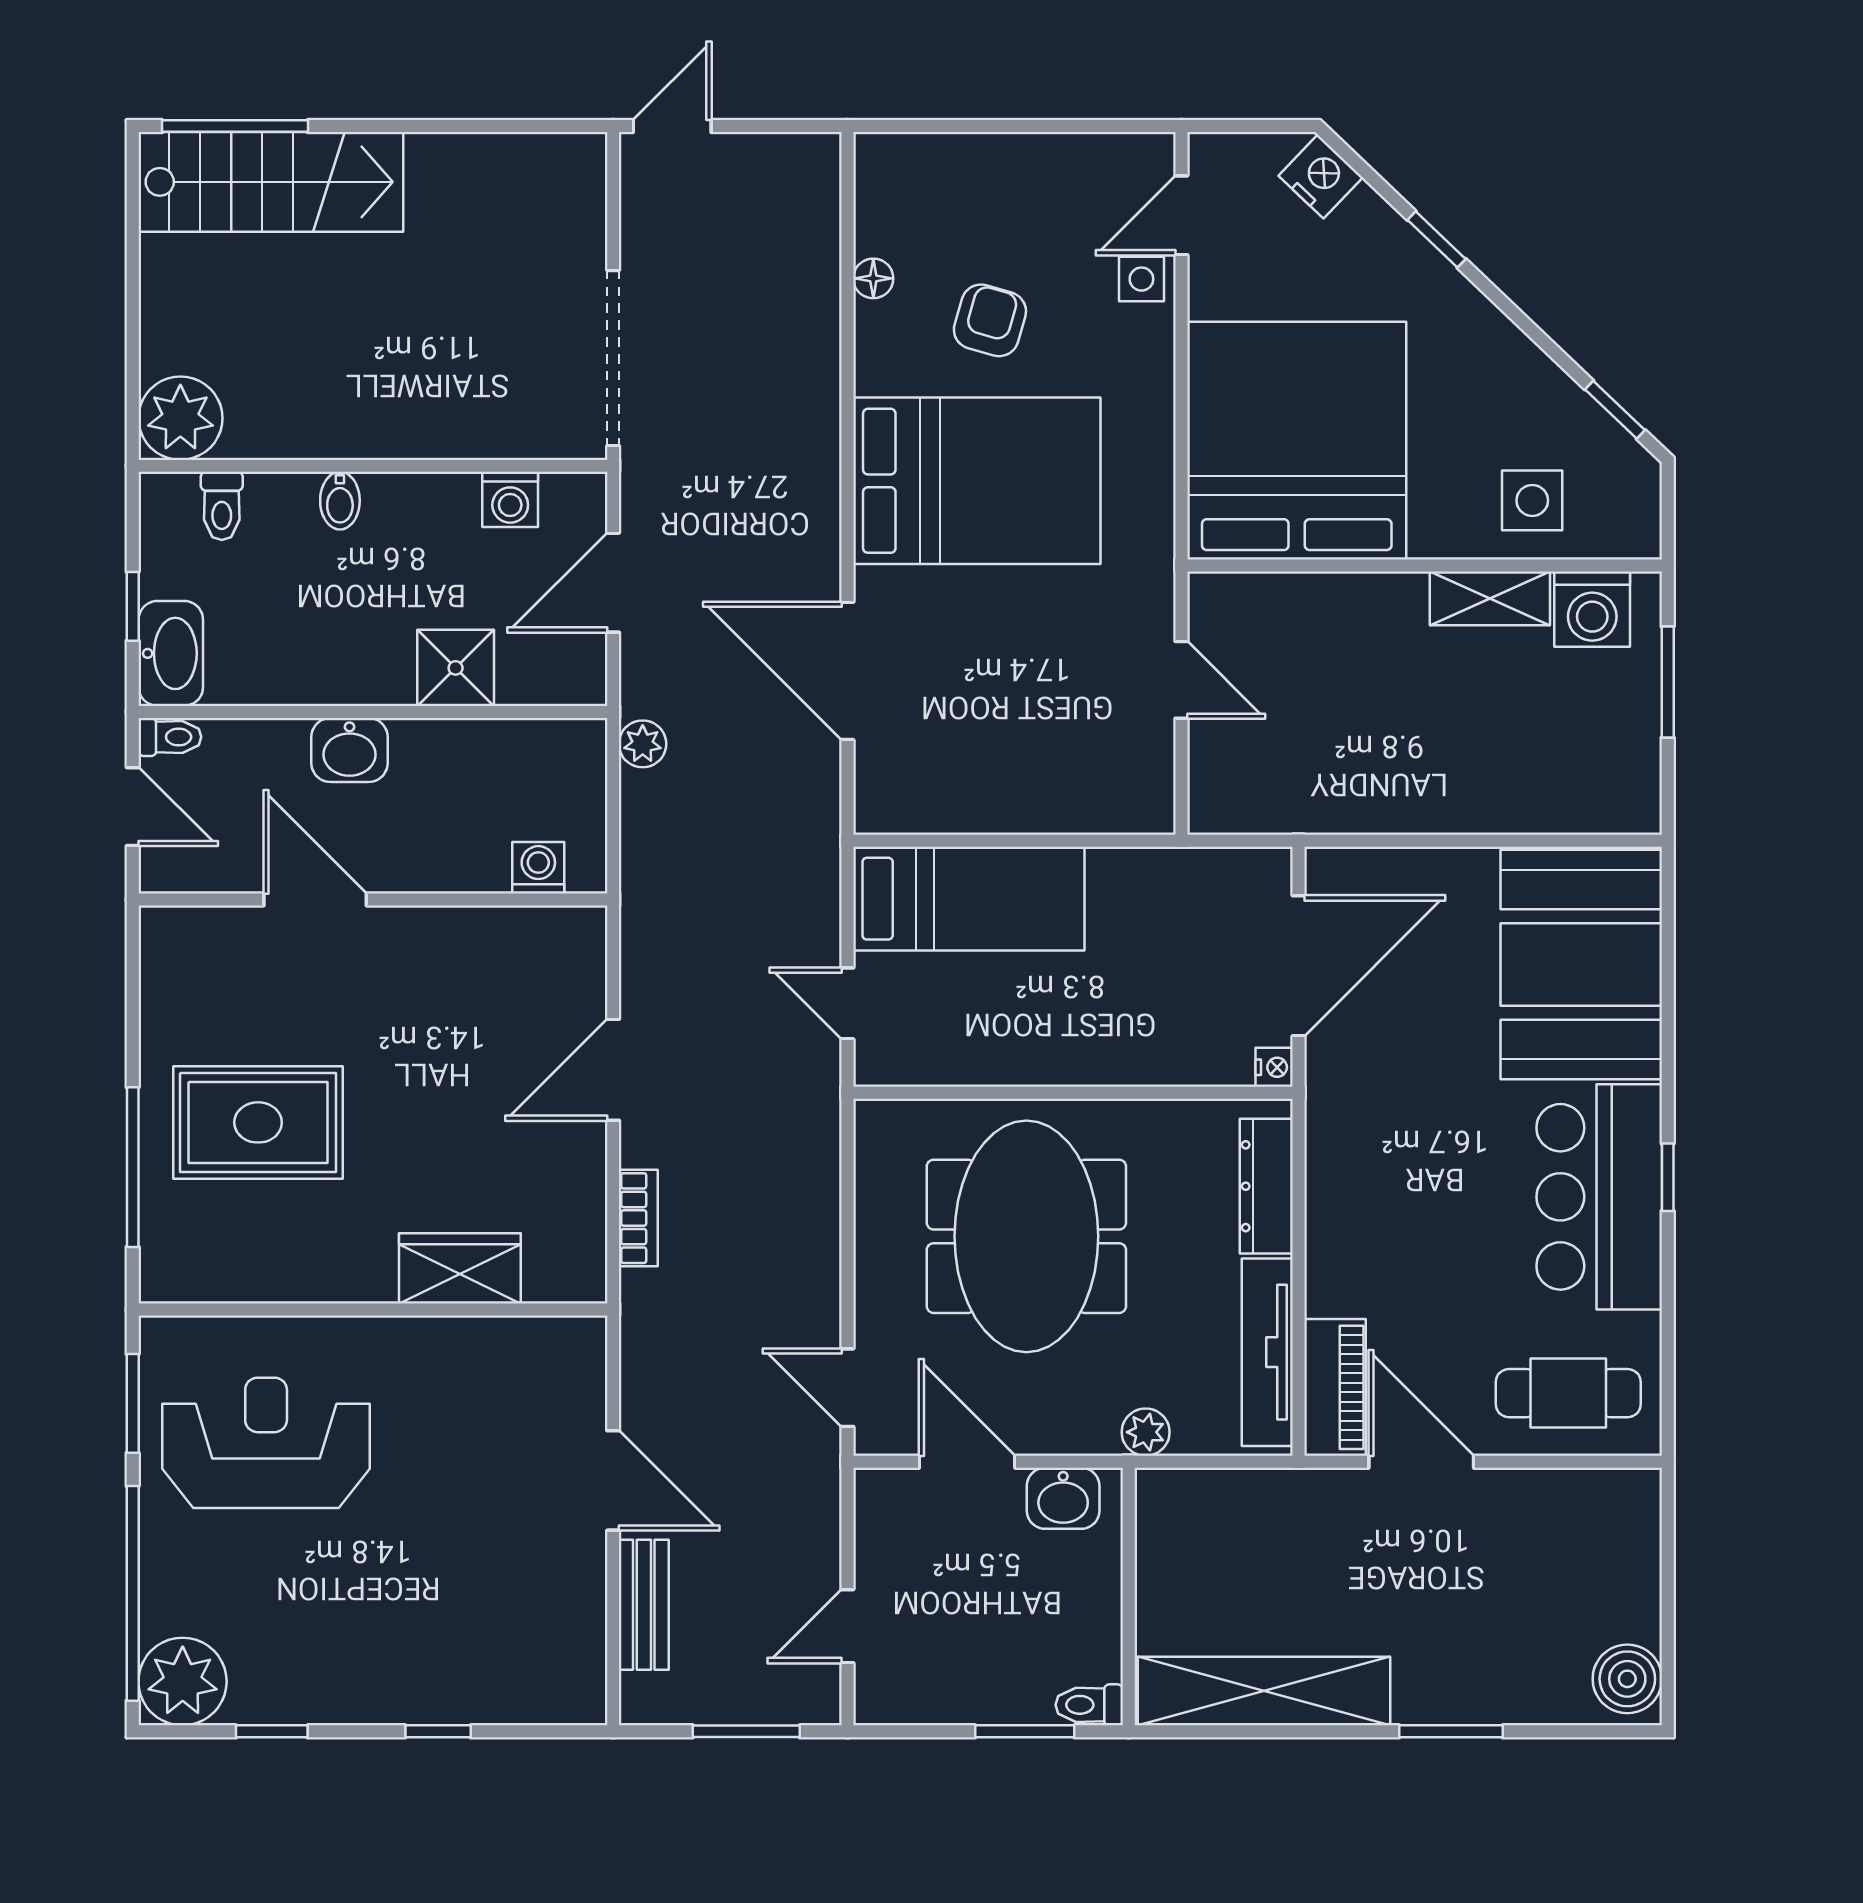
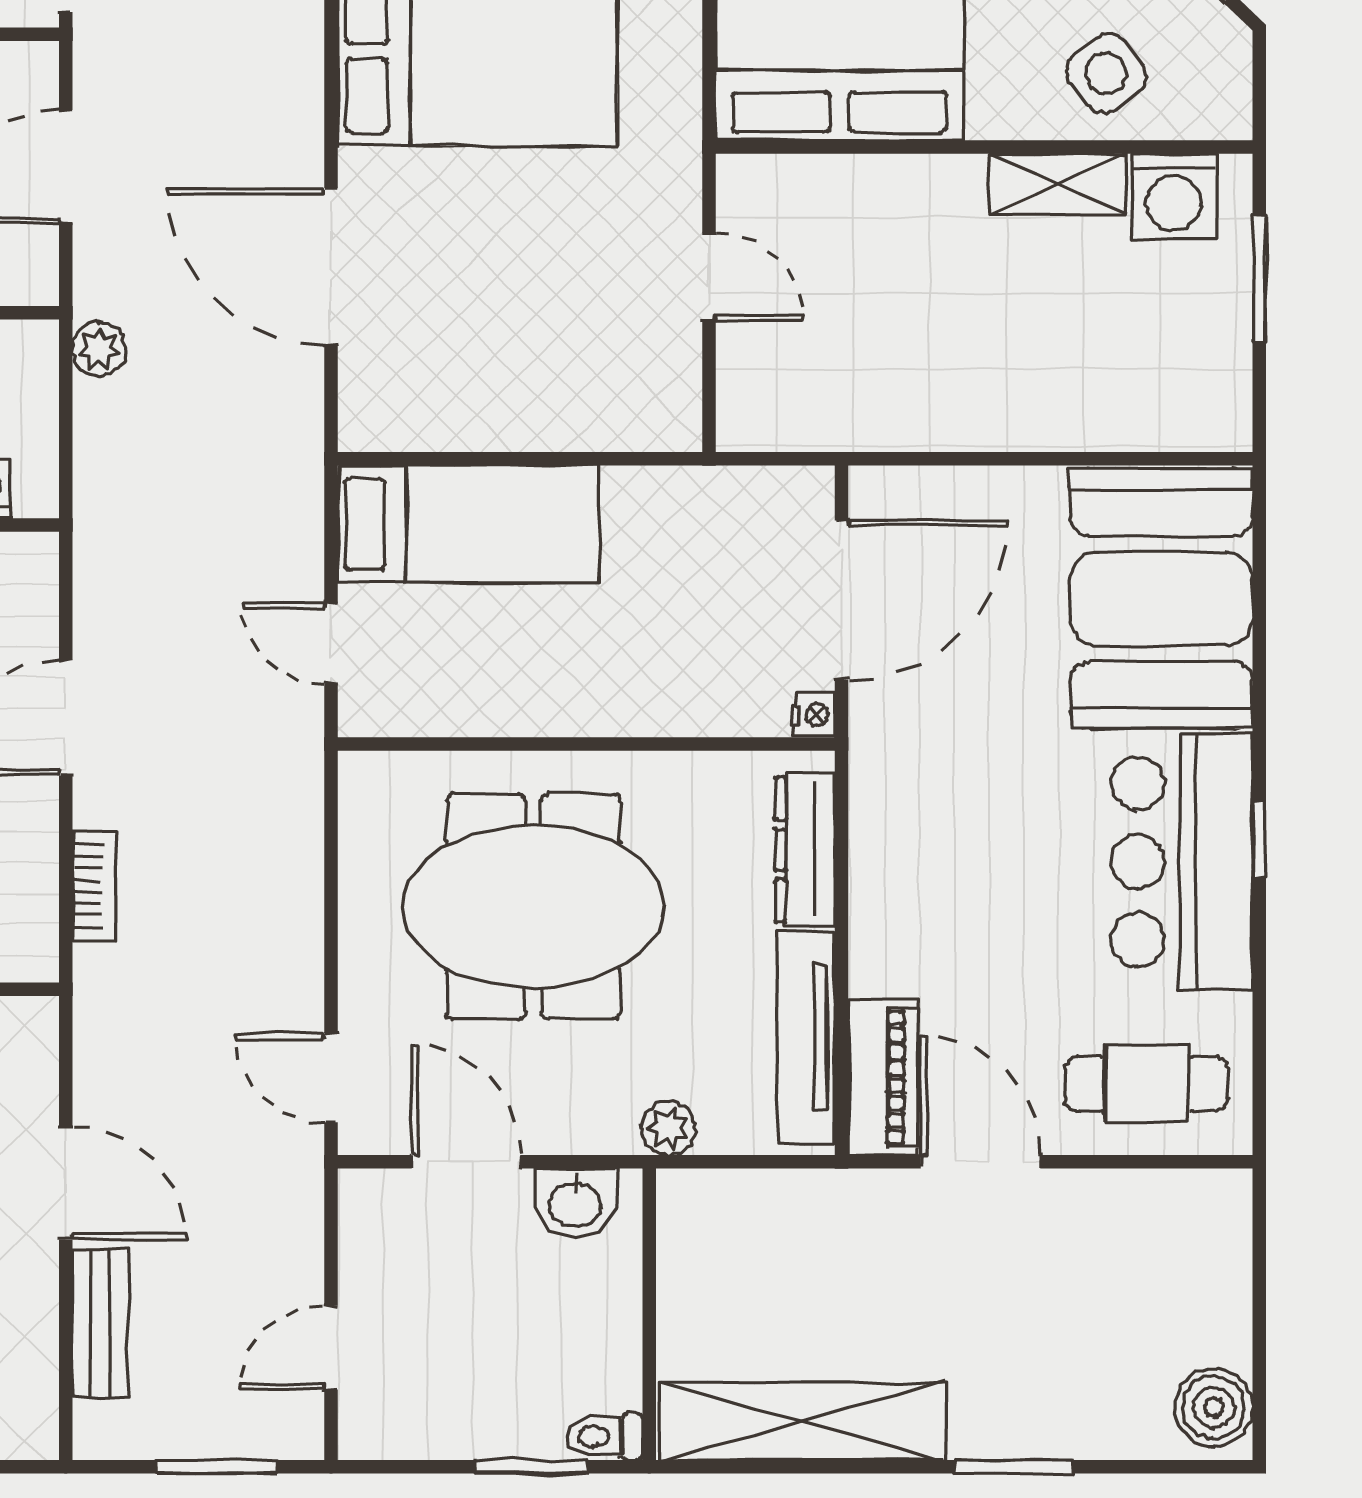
side table: (1532, 500) -> (1106, 73), turned -37
meeting table: (1026, 1236) -> (533, 906), turned 90

